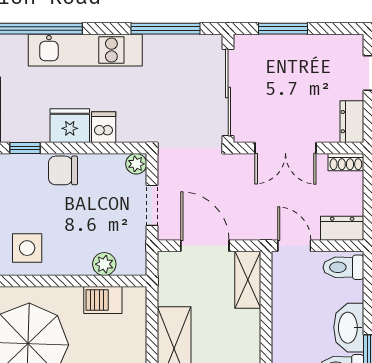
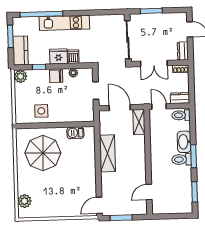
window: (165, 29) -> (99, 12), removed
plant: (136, 164) -> (73, 73), moved
plant: (104, 264) -> (76, 117), removed

